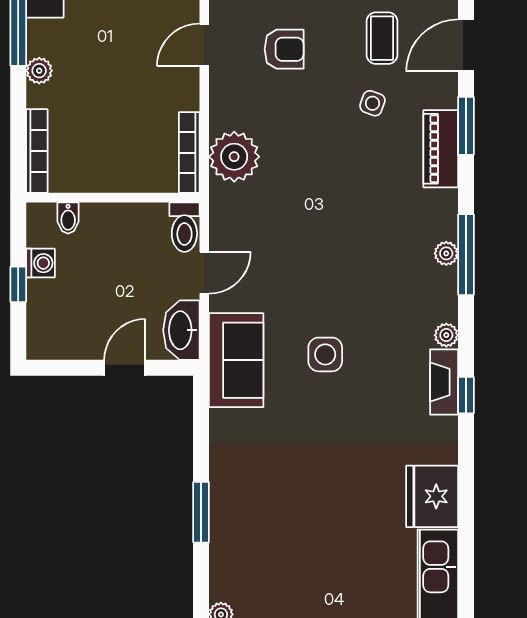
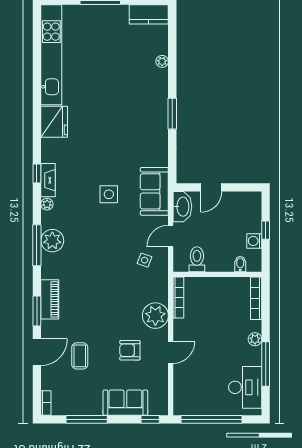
side table: (372, 103) -> (145, 260), moved
plant: (234, 157) -> (155, 316), moved
toilet: (184, 227) -> (197, 259), moved
plant: (446, 253) -> (52, 241), width x1.88, depth x1.88

